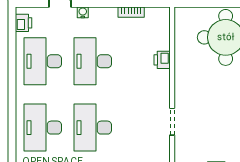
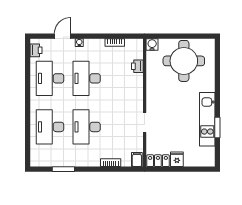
water cooler: (182, 15) -> (152, 45), added
printer: (162, 60) -> (137, 66), moved

